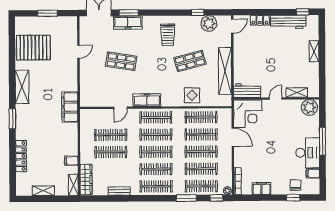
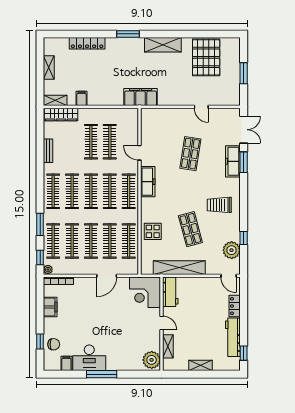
workbench: (247, 91) -> (170, 292), moved
shelving: (297, 93) -> (168, 346), moved
door: (276, 99) -> (161, 323), moved
wall: (276, 99) -> (161, 324), moved
plant: (309, 107) -> (152, 360), moved
corner desk: (248, 114) -> (145, 292), moved

